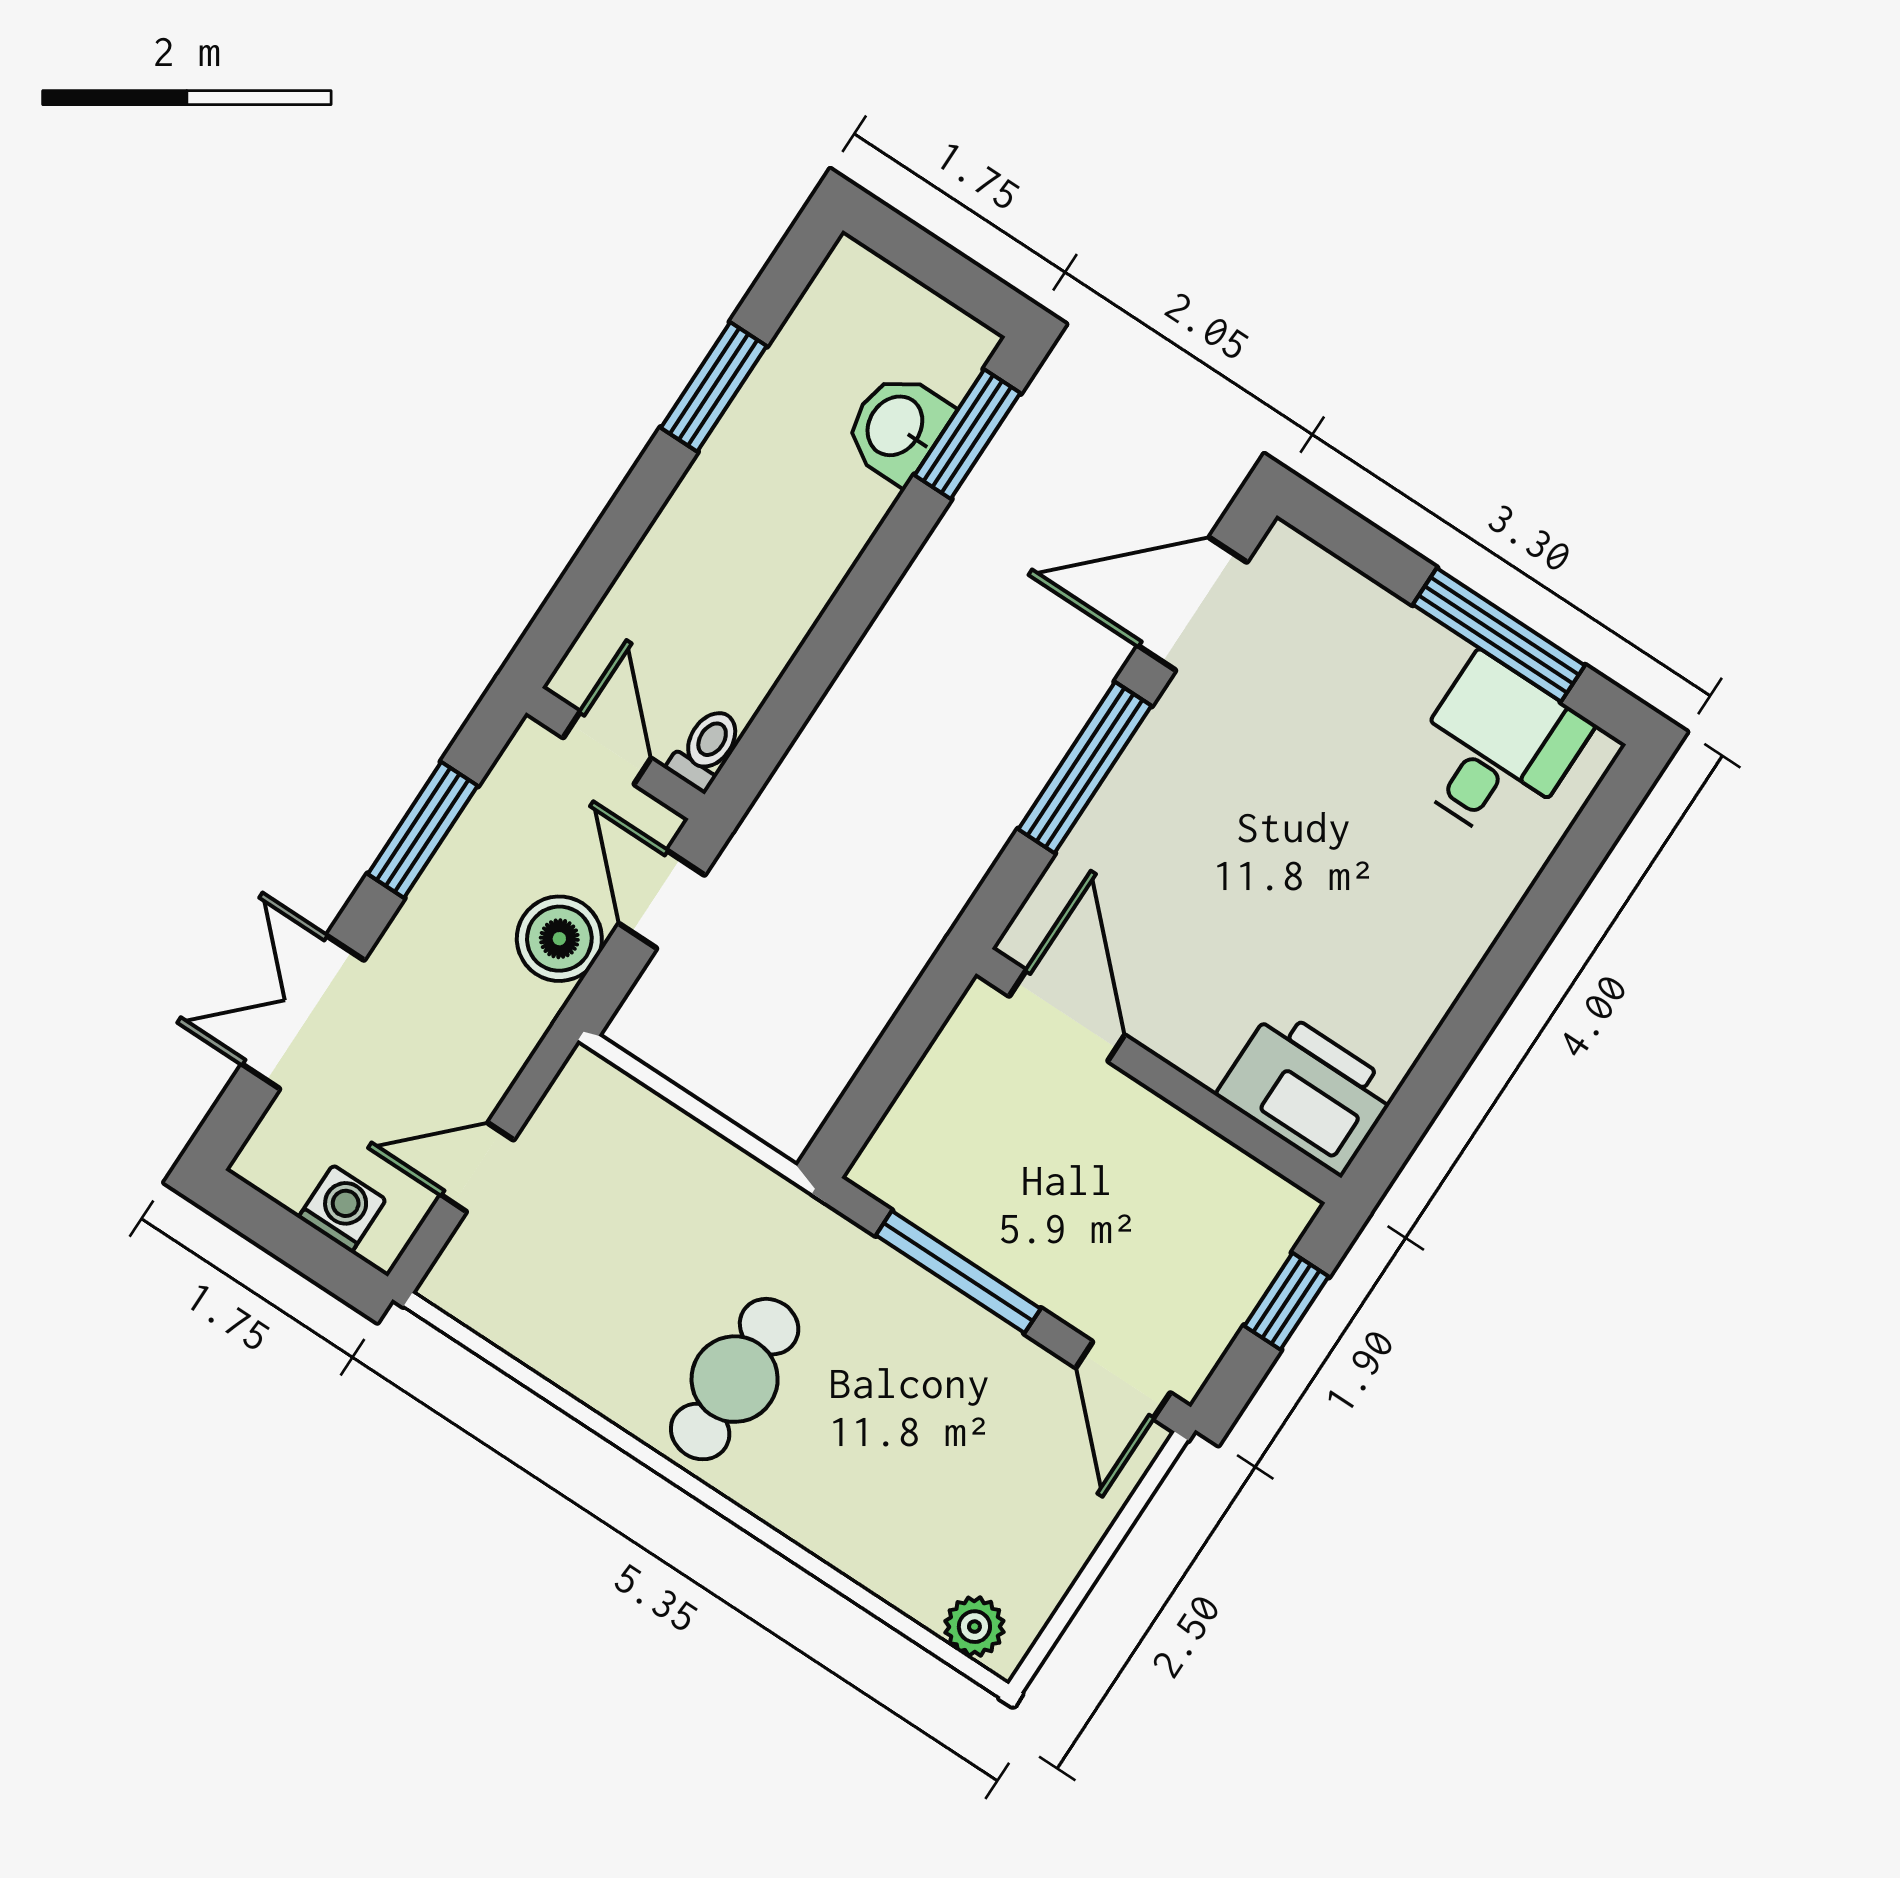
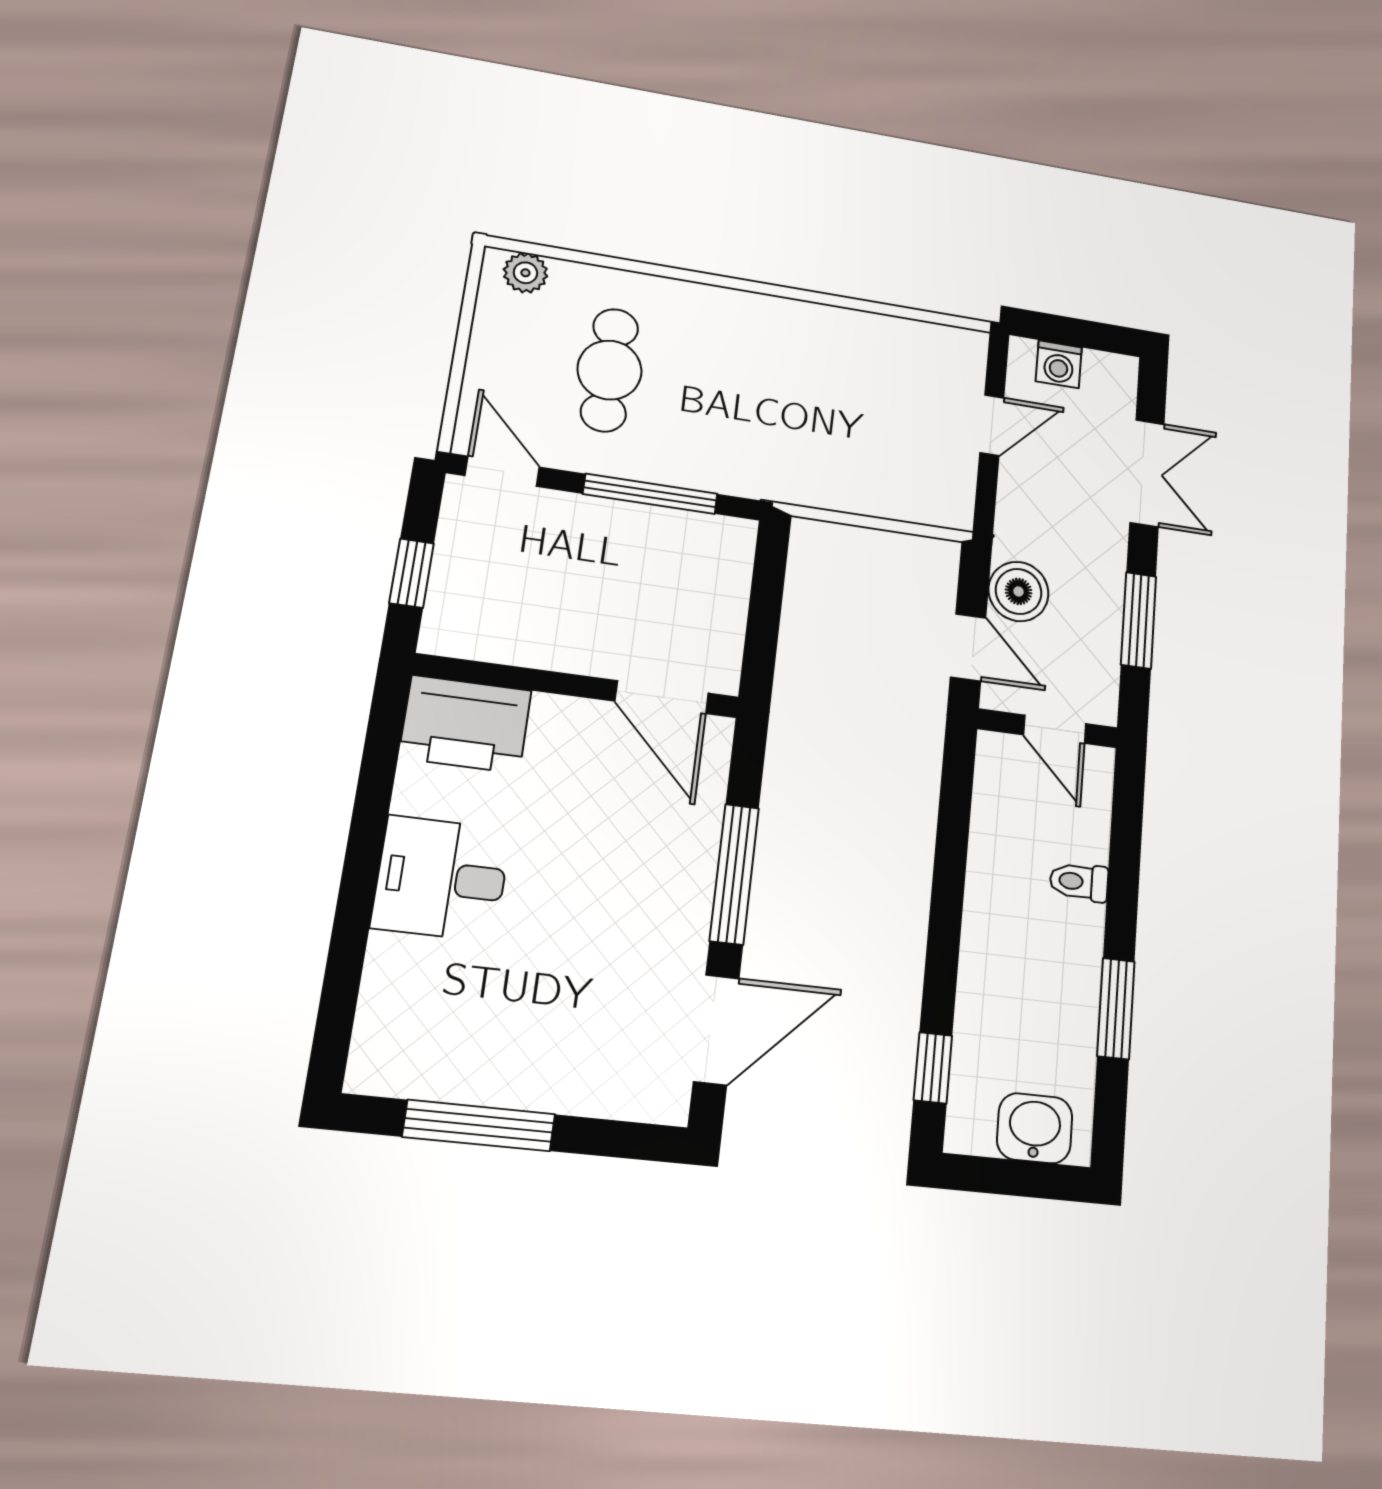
washbasin: (897, 427) -> (1035, 1128), moved, turned -90
window: (967, 434) -> (933, 1068), width x0.67
toilet: (706, 748) -> (1079, 882), moved, turned 90
desk: (1496, 750) -> (441, 878), moved, turned 90
cafe table: (735, 1379) -> (610, 370), moved

